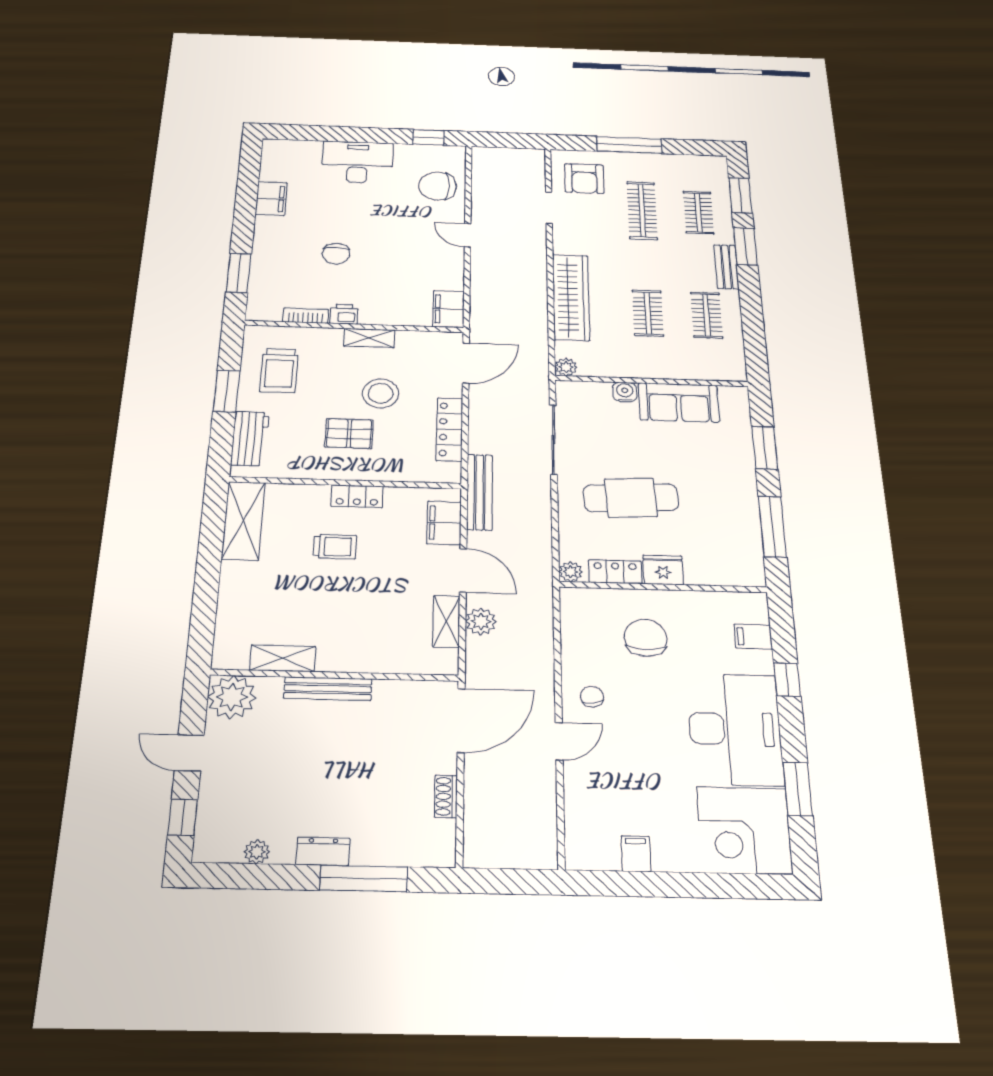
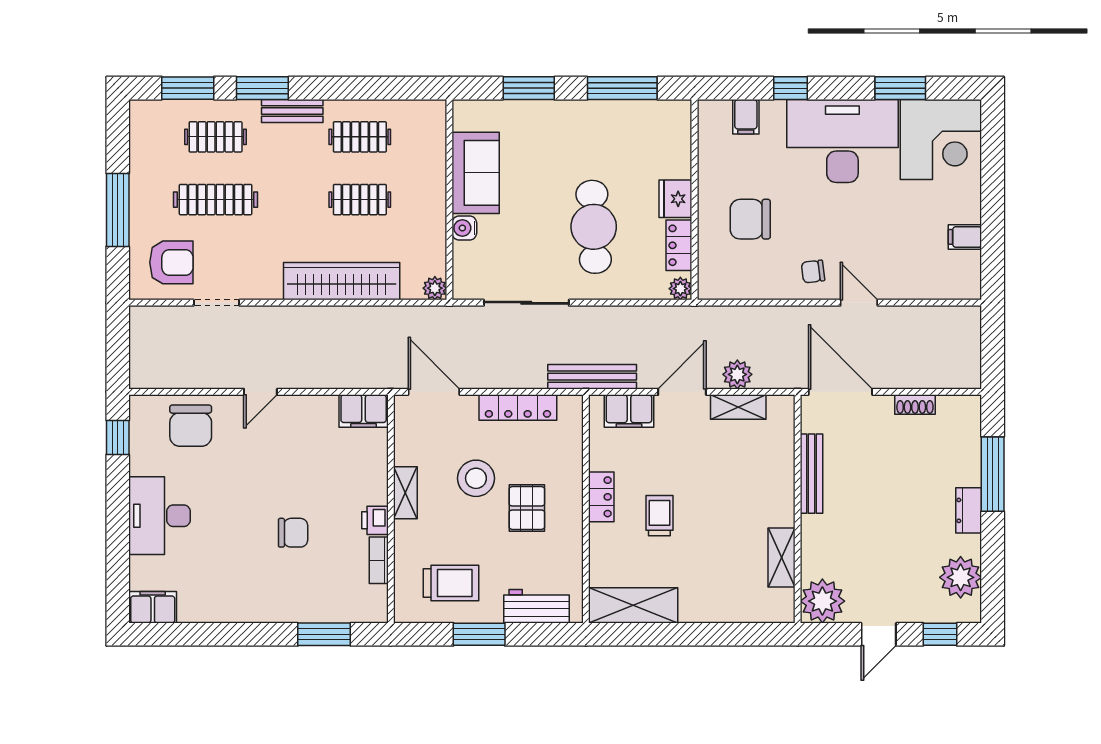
filing cabinet: (271, 199) -> (153, 607), moved
bench: (328, 689) -> (812, 474), moved
plant: (257, 852) -> (961, 577), width x1.87, depth x1.87

